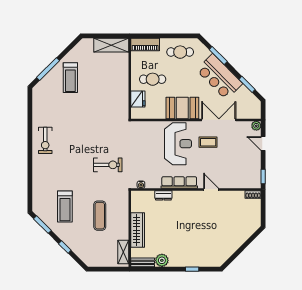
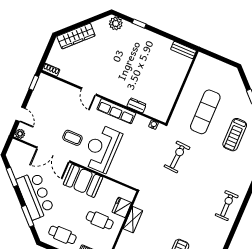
exercise bike: (108, 165) -> (177, 157), turned 94
treadmill: (65, 207) -> (235, 135), turned 180
exercise mat: (100, 216) -> (205, 112), width x1.36, depth x1.45
wardrobe: (138, 230) -> (76, 36), moved, turned -135
shelving: (123, 252) -> (133, 220), moved
plant: (162, 260) -> (116, 23), moved

